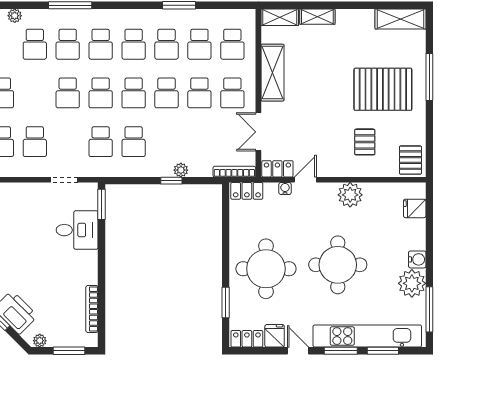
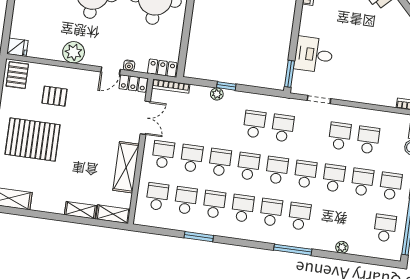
school desk: (35, 44) -> (334, 178), moved
pallet: (365, 142) -> (55, 96), turned 90
fridge: (415, 208) -> (17, 47), moved

